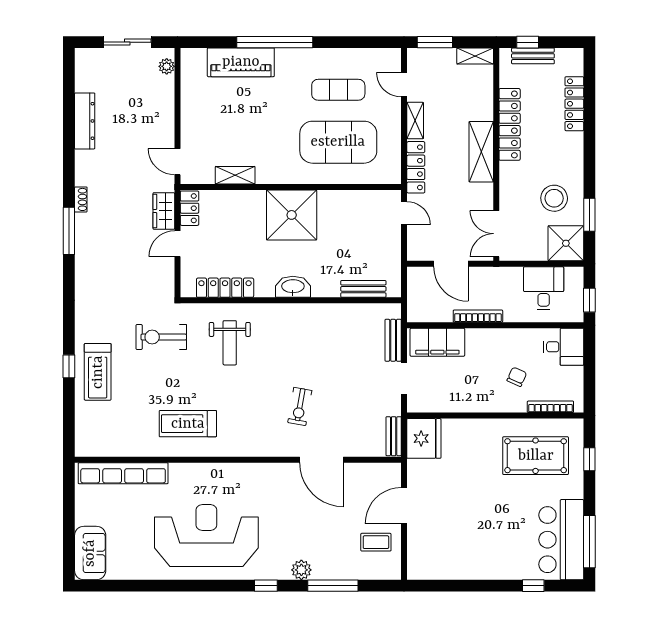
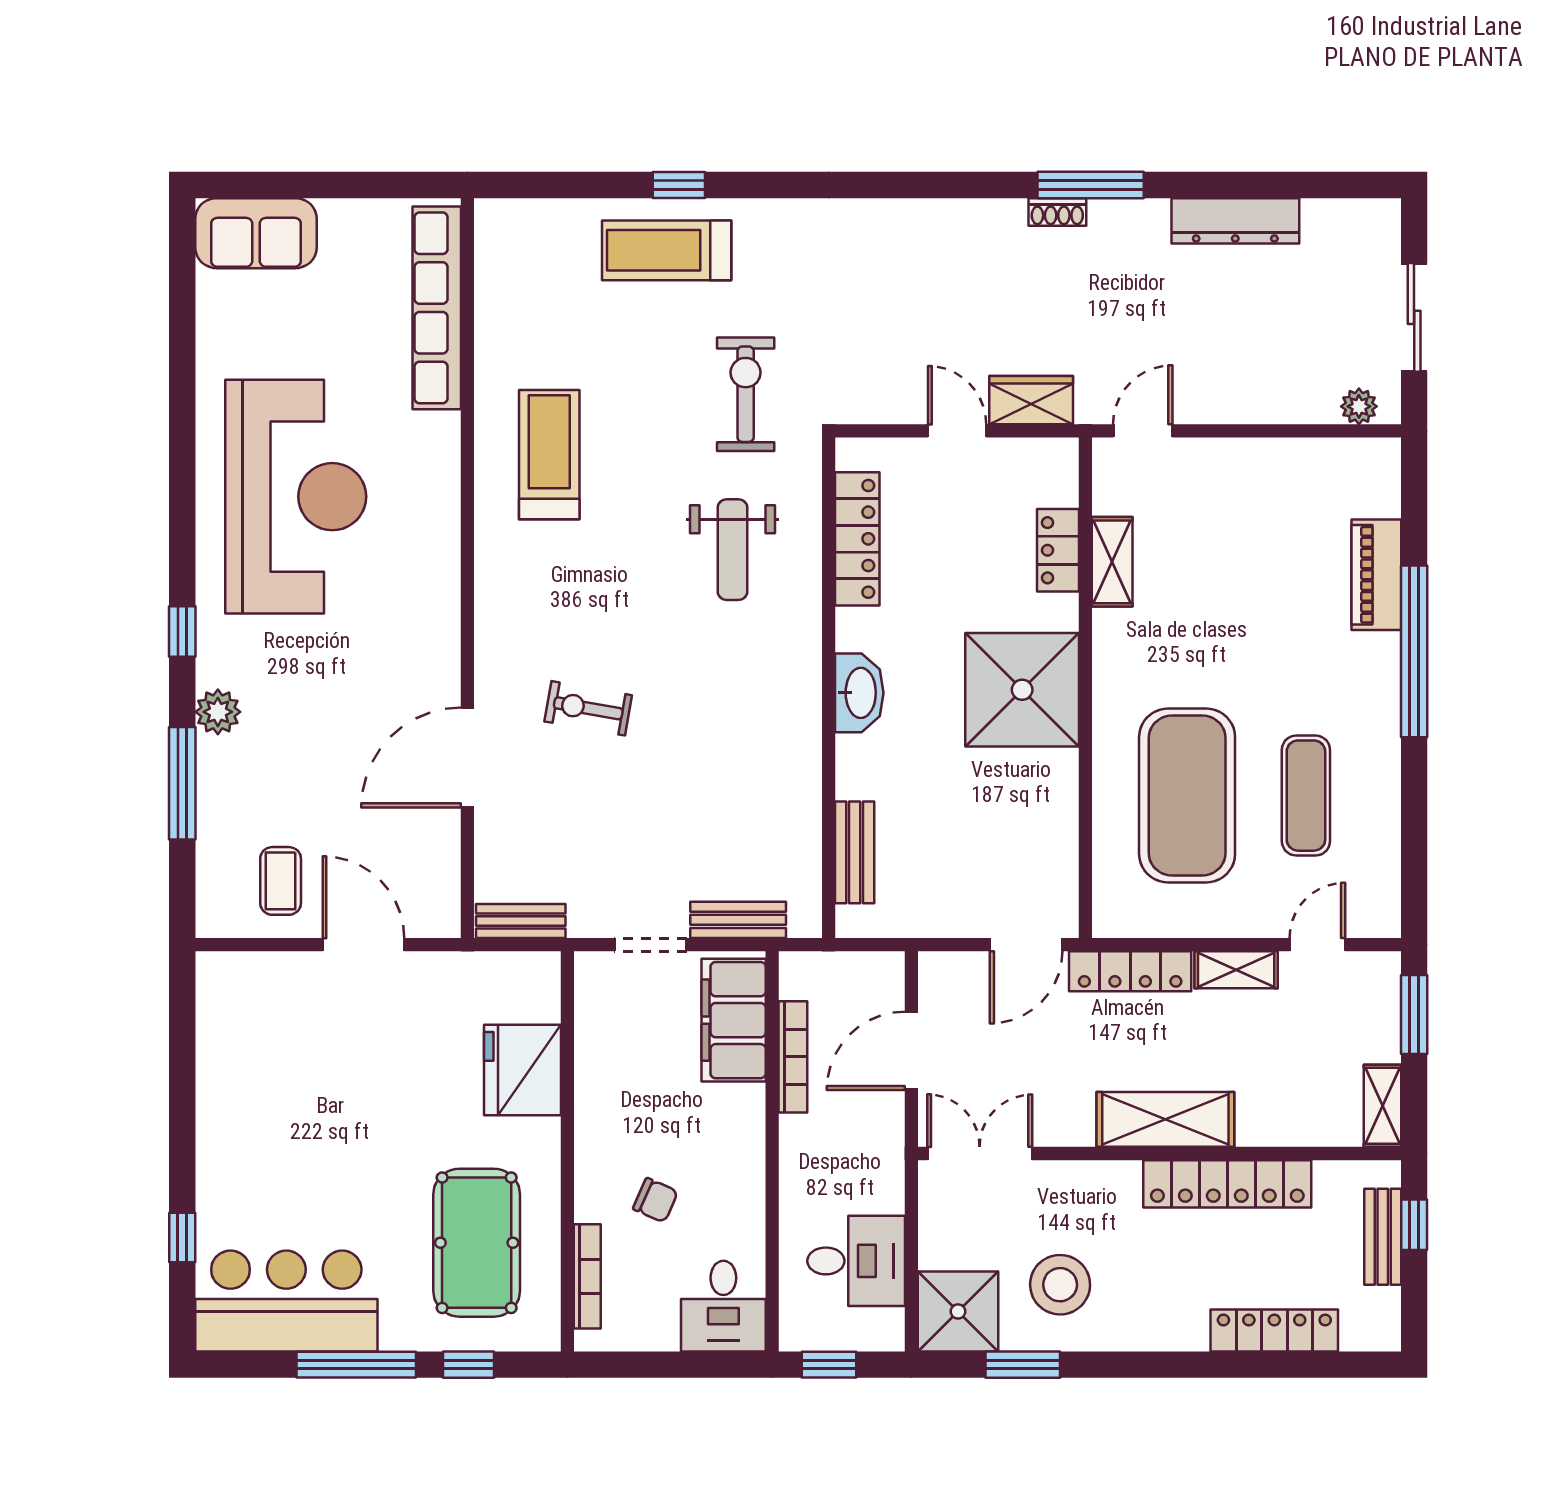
piano: (241, 62) -> (1376, 575), width x0.73, depth x0.75
locker: (190, 208) -> (1058, 550), moved, turned 90
door: (404, 213) -> (1026, 945), width x1.38
window: (69, 231) -> (1091, 185), moved
bookcase: (478, 316) -> (793, 1057), moved
weight bench: (230, 343) -> (733, 550), turned -90
fridge: (424, 438) -> (523, 1070), moved, turned 90
window: (589, 542) -> (356, 1365), moved

